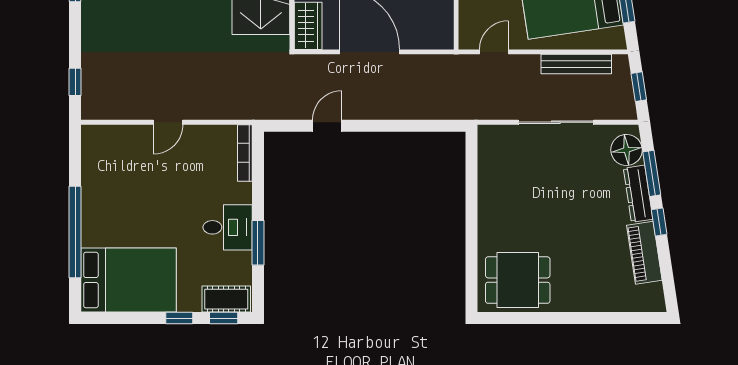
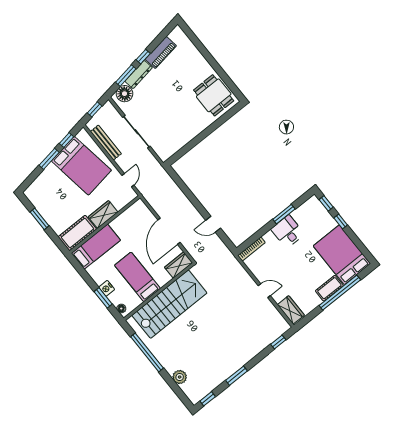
door: (494, 52) -> (128, 180), swing flipped
wardrobe: (108, 139) -> (291, 310), added
cot: (226, 299) -> (329, 288), moved, turned 90

